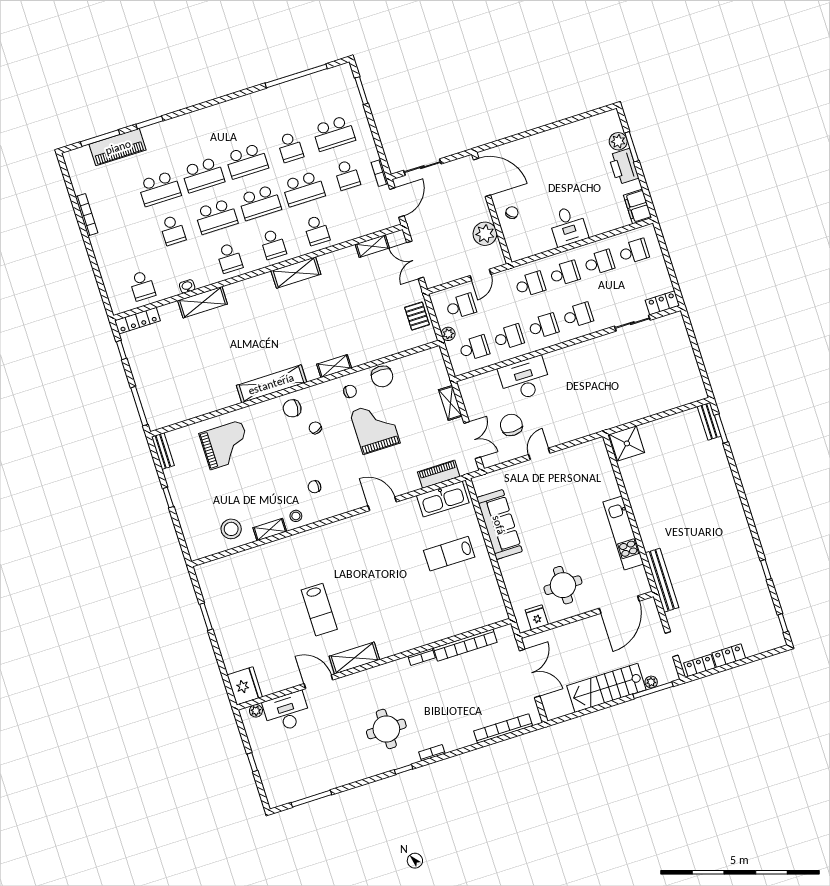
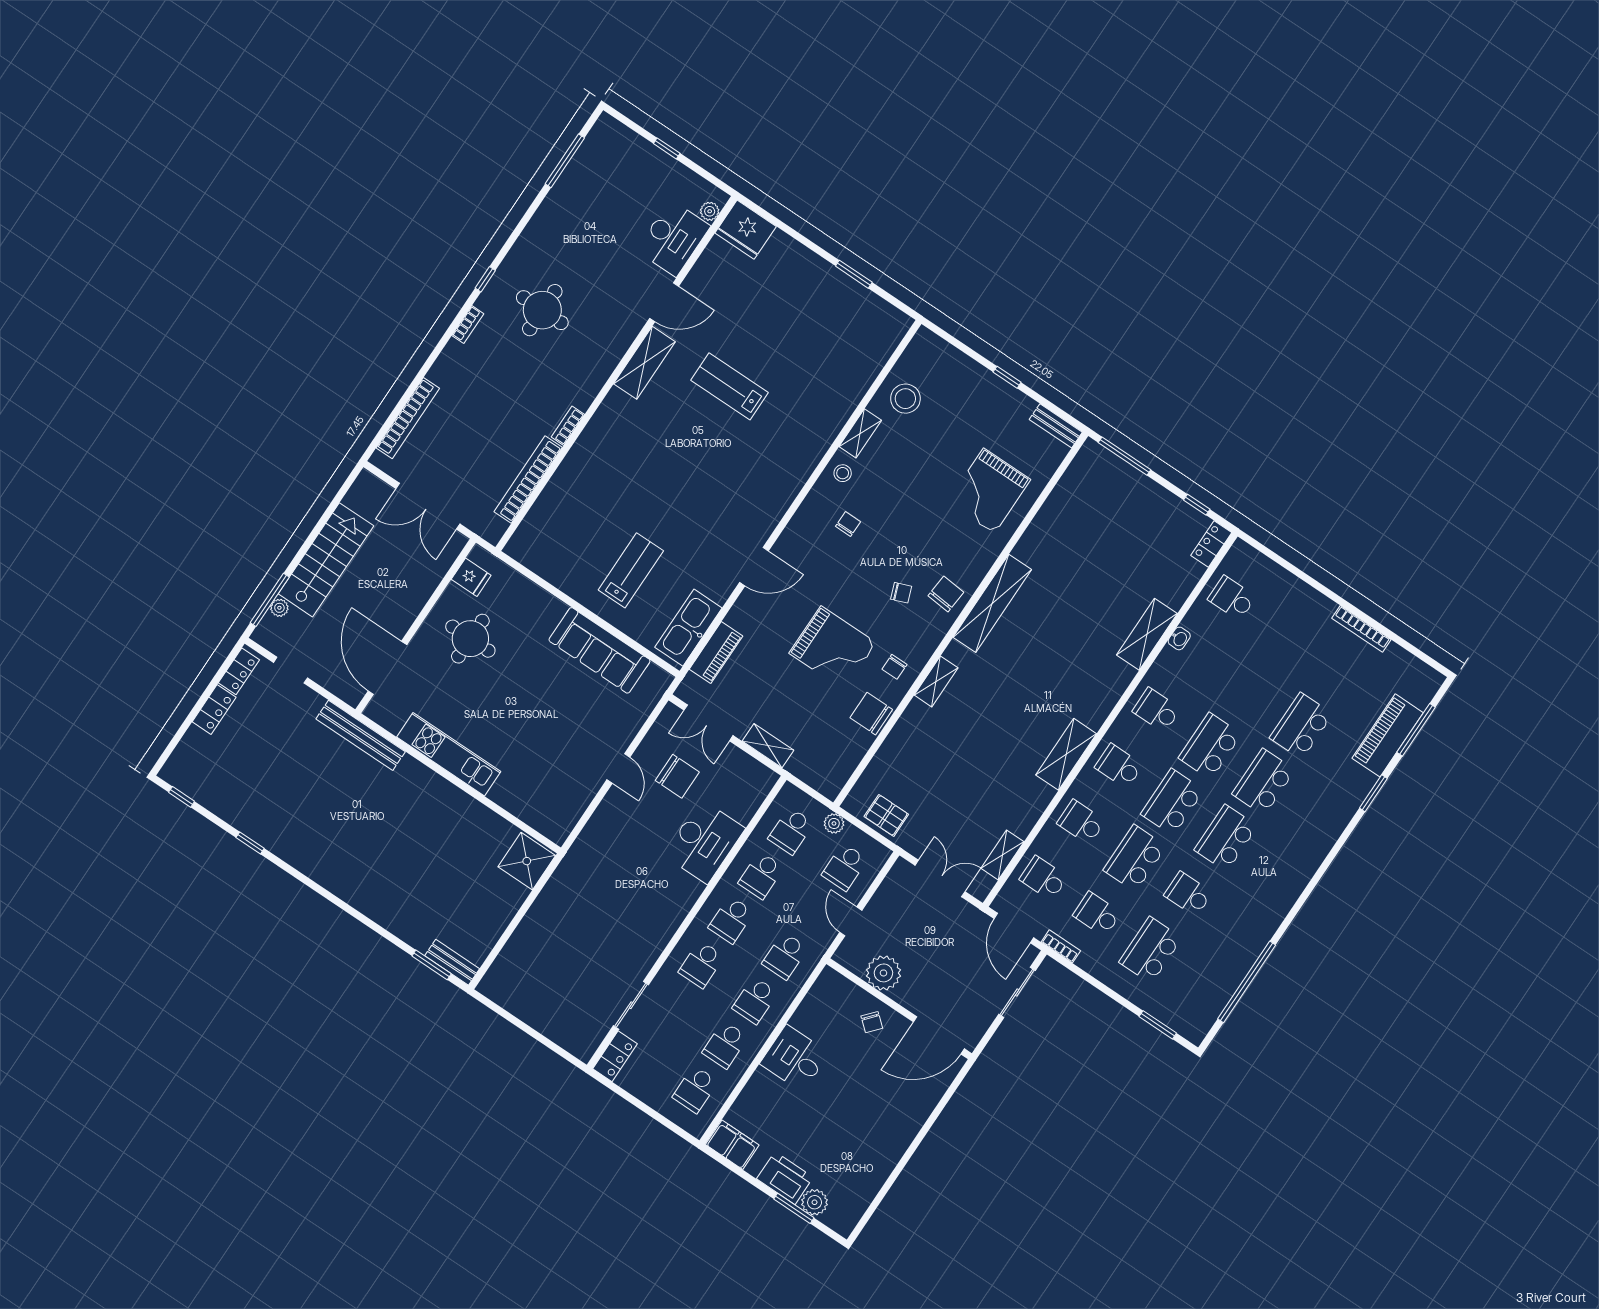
school desk: (173, 230) -> (1044, 878), moved
locker: (138, 321) -> (1211, 544), width x0.66

